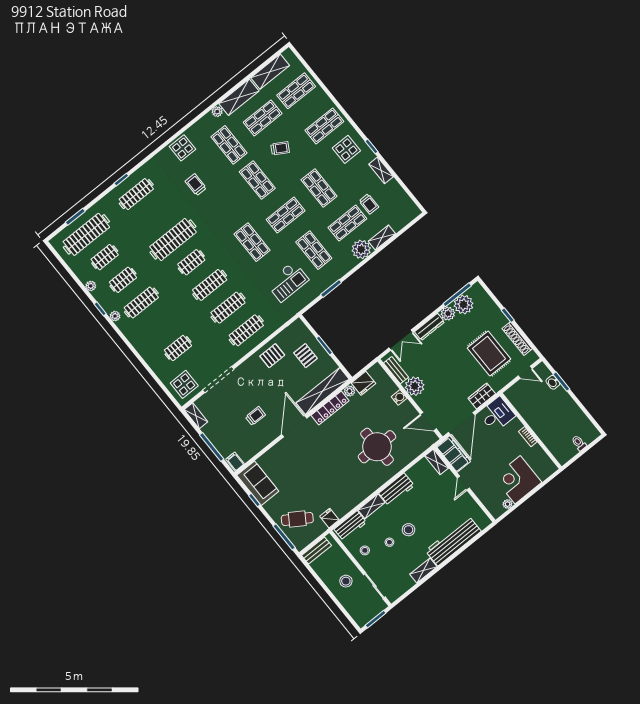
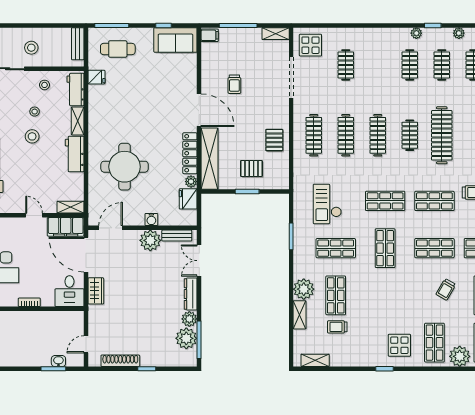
plant: (320, 100) -> (460, 356), added
shelving: (381, 170) -> (315, 360), moved
shop shelf: (319, 188) -> (434, 201), moved
clothes rail: (141, 303) -> (410, 65), width x0.73
rug: (489, 354) -> (127, 326), removed
cafe table: (297, 519) -> (118, 49), turned 57

